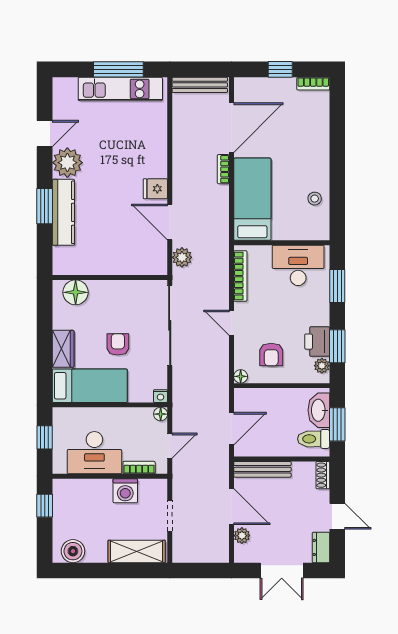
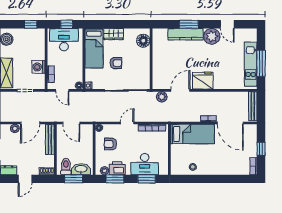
fridge: (155, 189) -> (203, 81), width x1.88, depth x1.34
desk: (298, 265) -> (145, 164), moved, turned 90
desk: (94, 453) -> (64, 40), moved, turned 90

